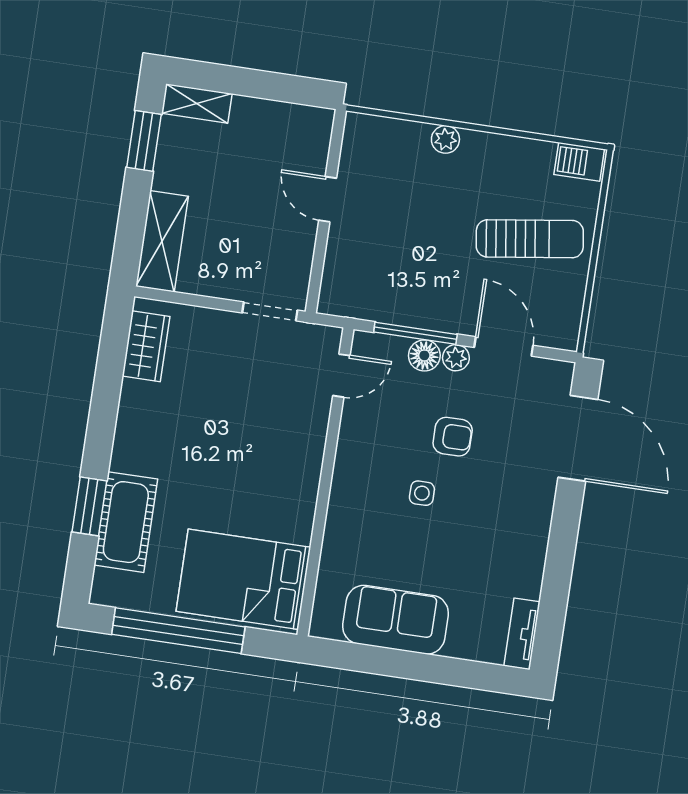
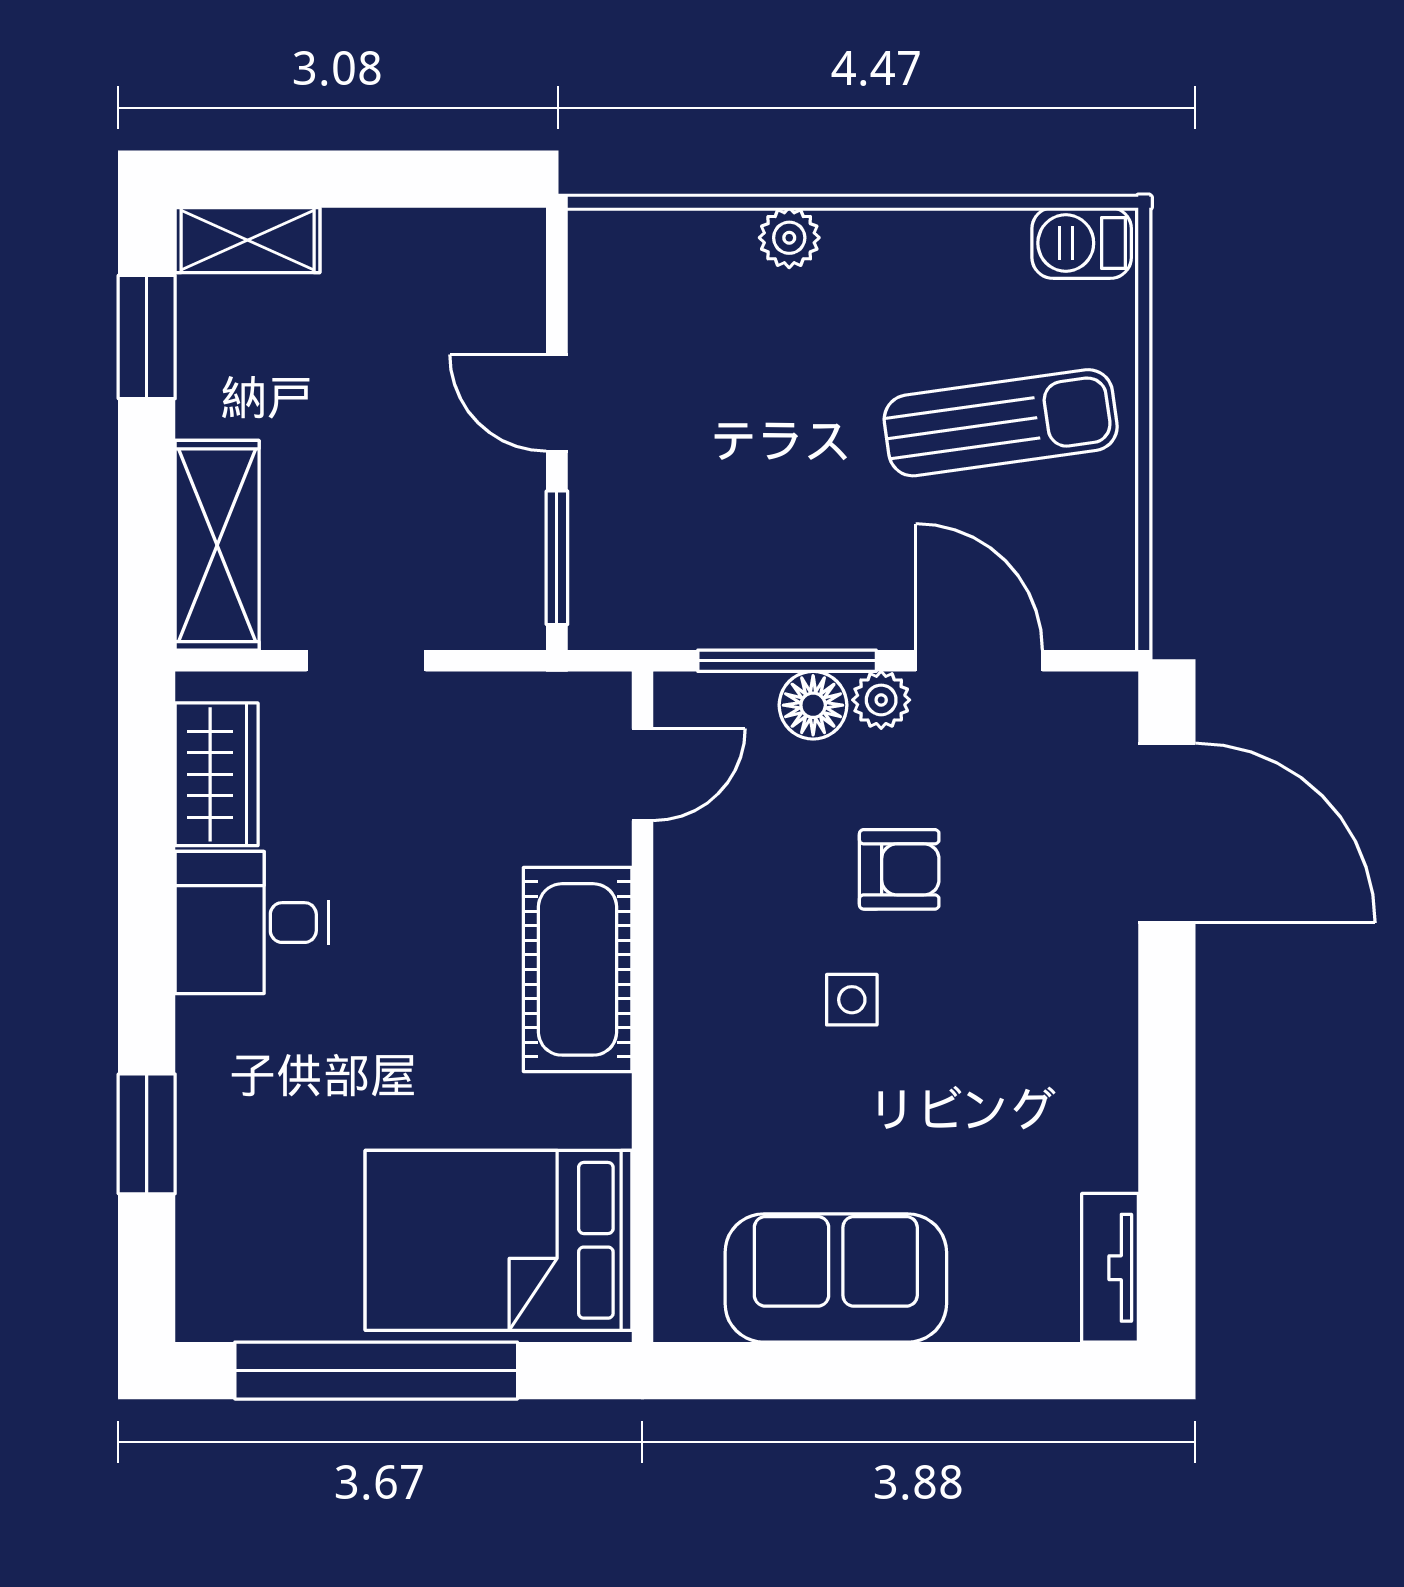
window: (317, 270) -> (557, 558), added
doorway: (270, 311) -> (366, 661), moved
desk: (152, 417) -> (252, 923), added
cot: (126, 522) -> (578, 969), moved

